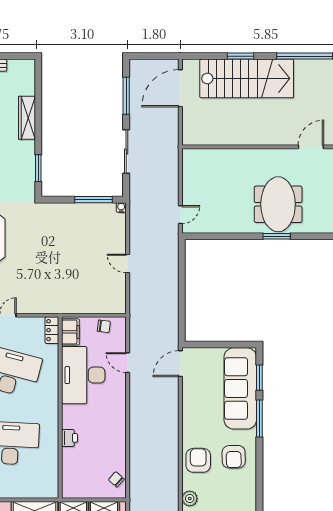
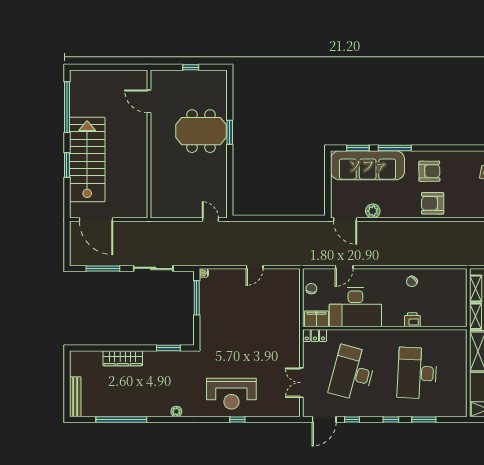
chair: (116, 479) -> (412, 281), moved
plant: (190, 499) -> (373, 211), moved

